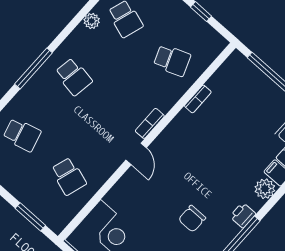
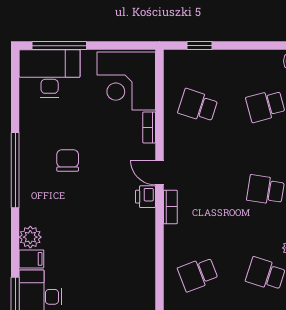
bookcase: (198, 99) -> (149, 128), moved
printer: (243, 215) -> (146, 197), moved, turned 180
window: (30, 217) -> (200, 46), width x0.67

